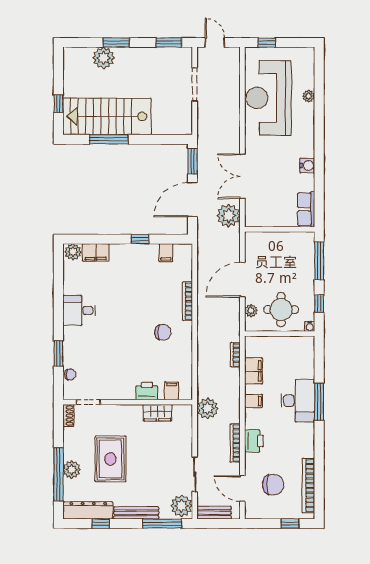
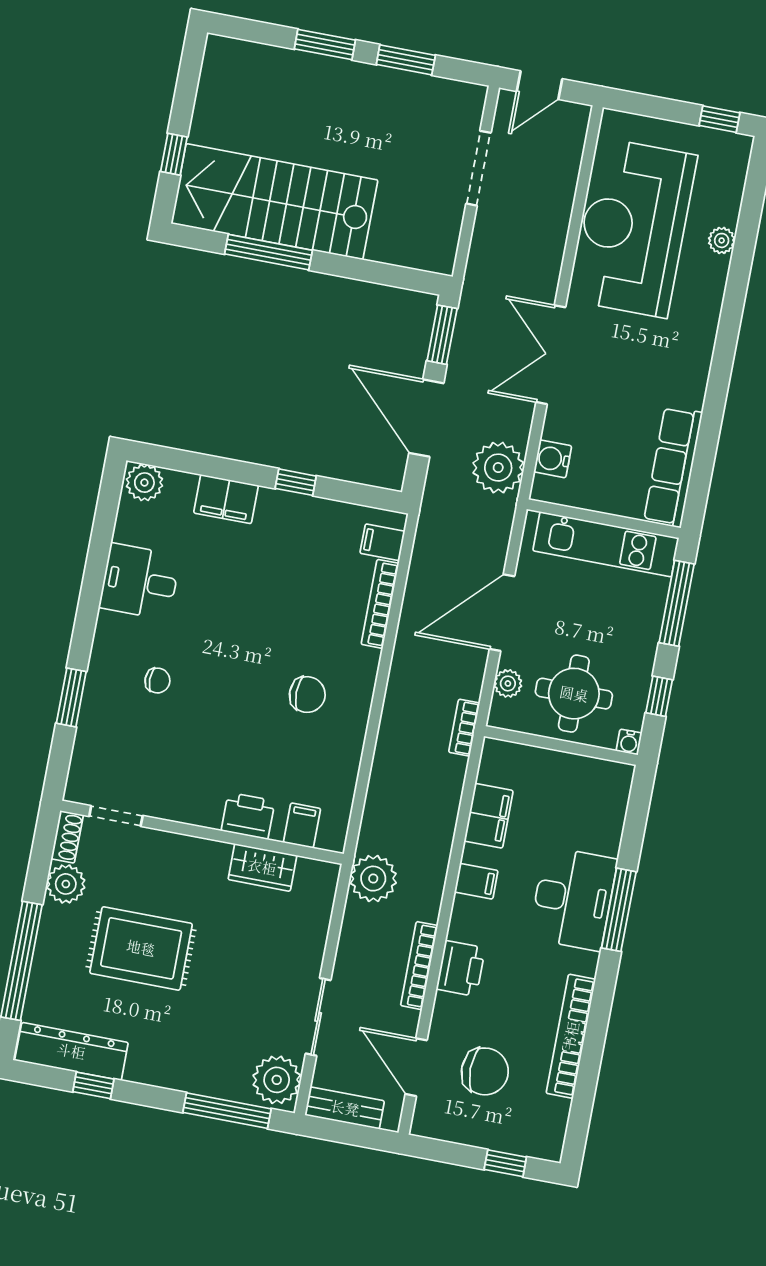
window: (169, 42) -> (406, 60), moved
door: (215, 42) -> (540, 85), swing flipped
window: (267, 42) -> (720, 119), moved
plant: (104, 58) -> (291, 73), removed
water cooler: (307, 166) -> (553, 459), moved, turned 180
double door: (242, 176) -> (551, 355), moved
door: (192, 200) -> (426, 418), hinge flipped
row of seats: (306, 209) -> (673, 467), width x1.48
kitchen unit: (283, 241) -> (606, 544), added
filing cabinet: (96, 252) -> (226, 499), moved
filing cabinet: (166, 253) -> (382, 542), moved, turned 90
bookcase: (187, 301) -> (380, 604), moved
desk: (79, 310) -> (140, 582), moved
bookcase: (235, 355) -> (464, 728), moved
chair: (70, 374) -> (157, 681), moved
rug: (110, 459) -> (141, 948), turned 90
plant: (72, 470) -> (66, 884), moved
bookcase: (308, 486) -> (571, 1036), moved
bench: (136, 513) -> (175, 1077), removed

